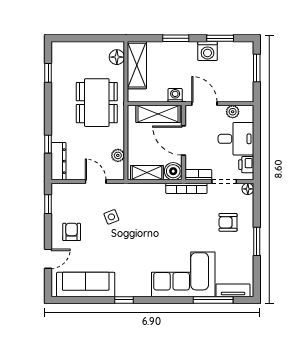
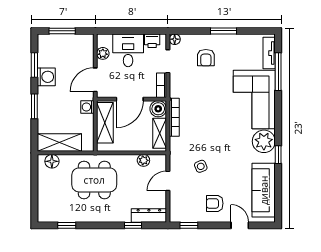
bookcase: (186, 188) -> (174, 117), moved
plant: (138, 285) -> (264, 141), added

